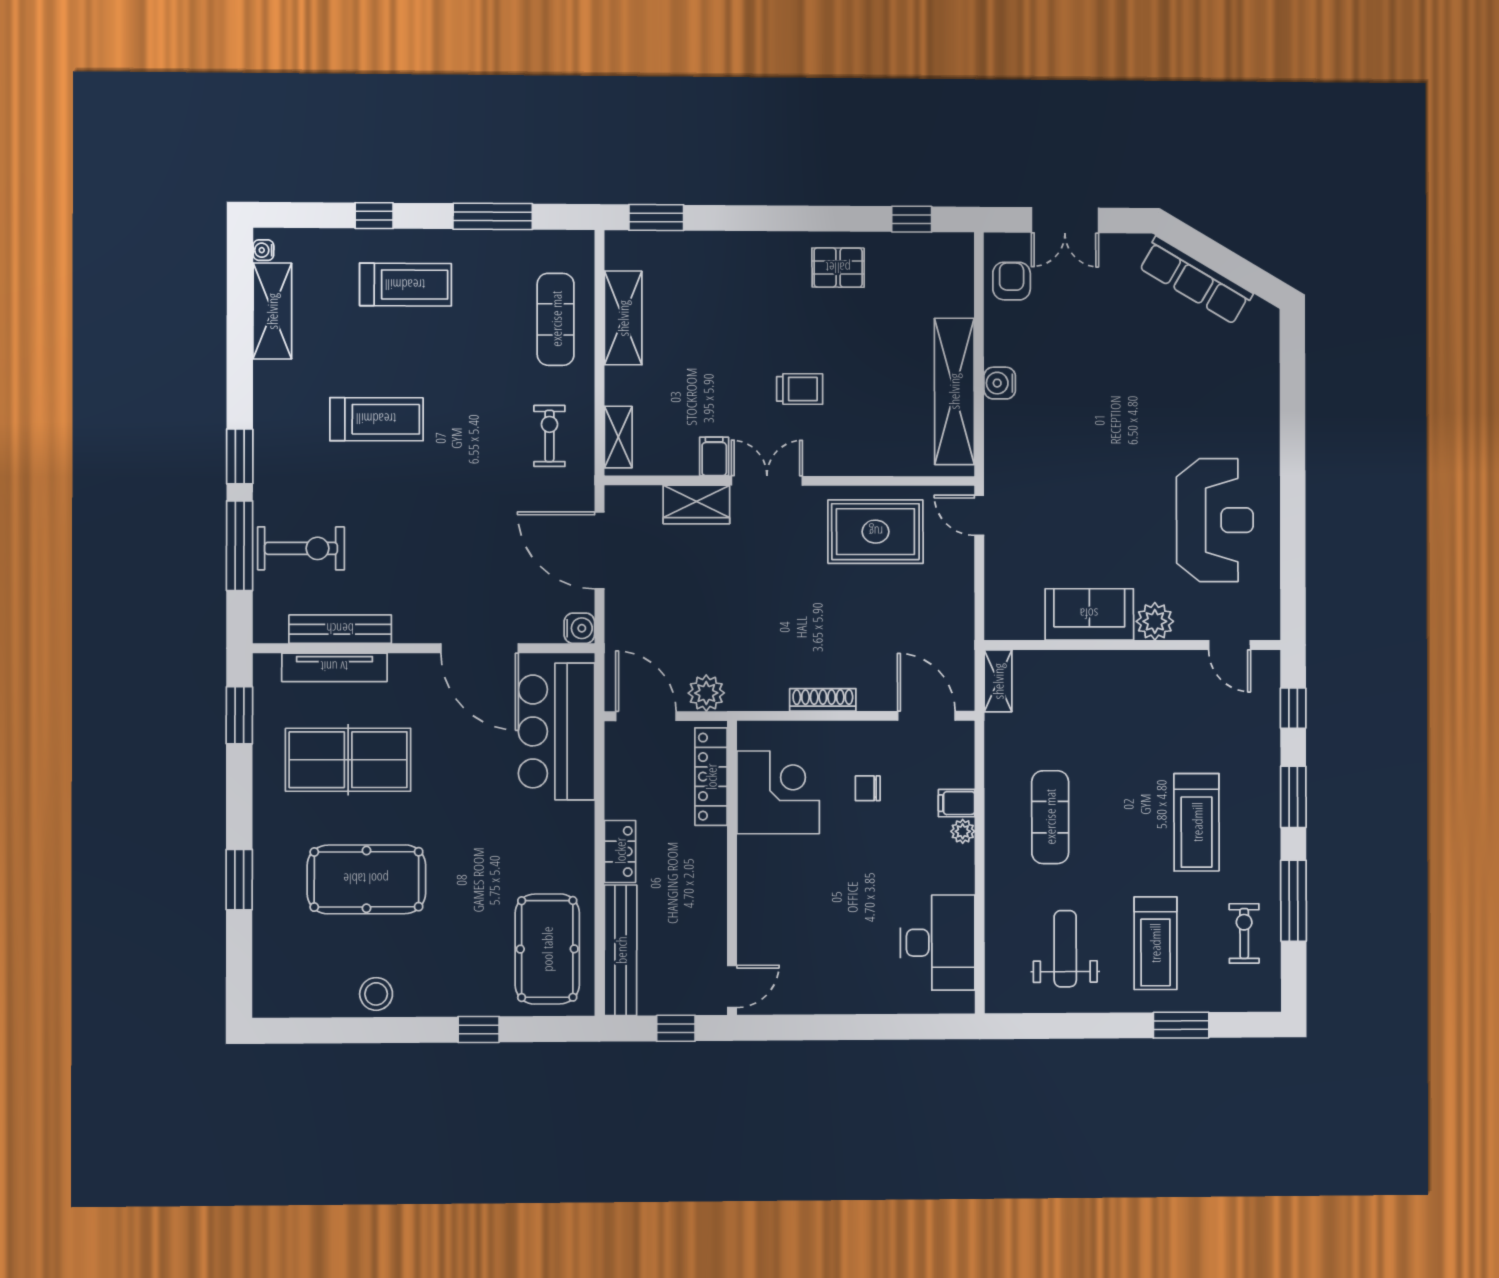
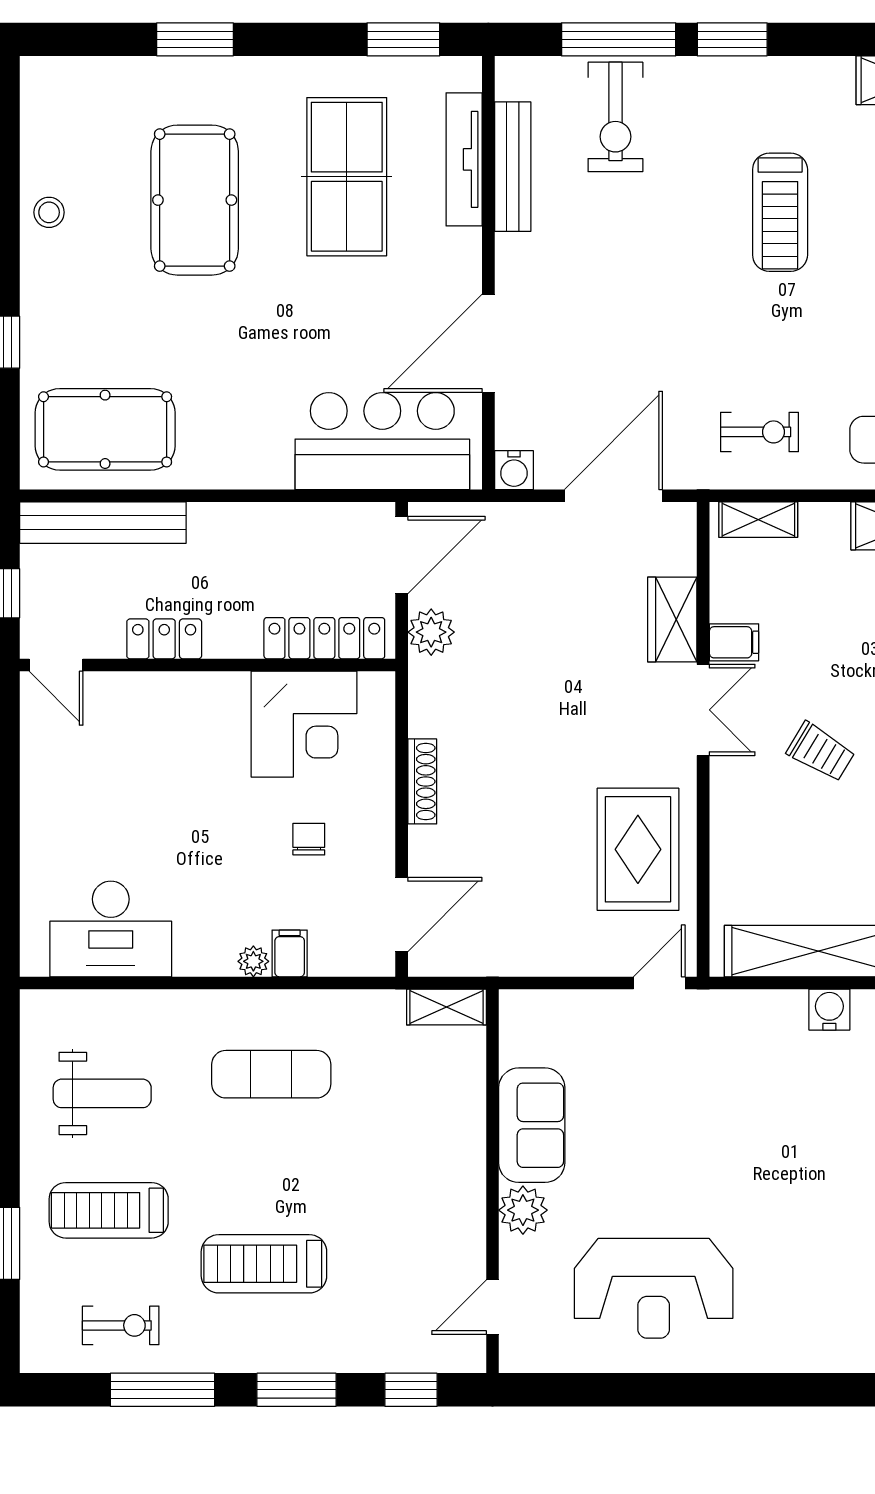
trolley: (800, 389) -> (821, 752), turned -59
locker: (620, 851) -> (164, 639), moved, turned 180
stool: (376, 994) -> (49, 212), width x0.73, depth x0.73

